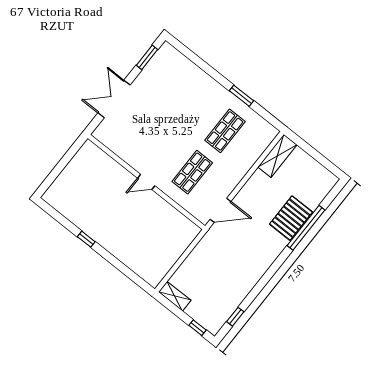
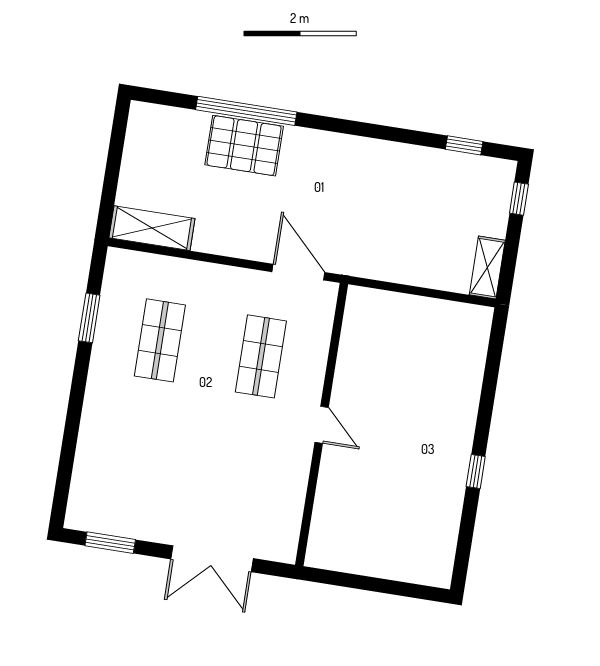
window: (241, 96) -> (89, 318), moved
shop shelf: (225, 131) -> (160, 340), turned 90
shop shelf: (192, 172) -> (261, 356), turned 90

